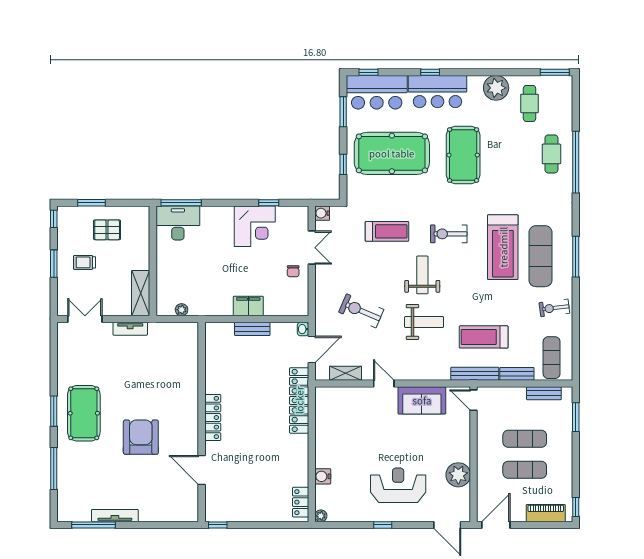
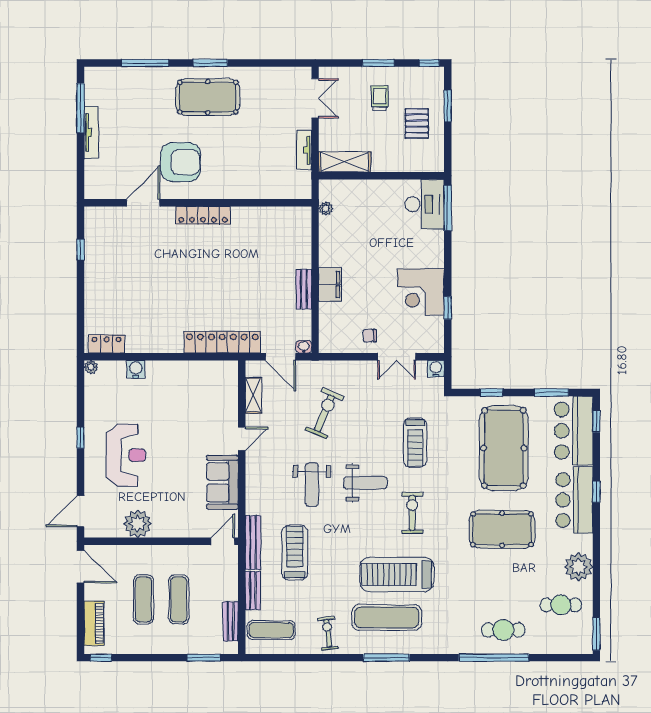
locker: (213, 418) -> (203, 215), moved
wall: (202, 422) -> (198, 203), moved
door: (202, 470) -> (143, 203), moved

